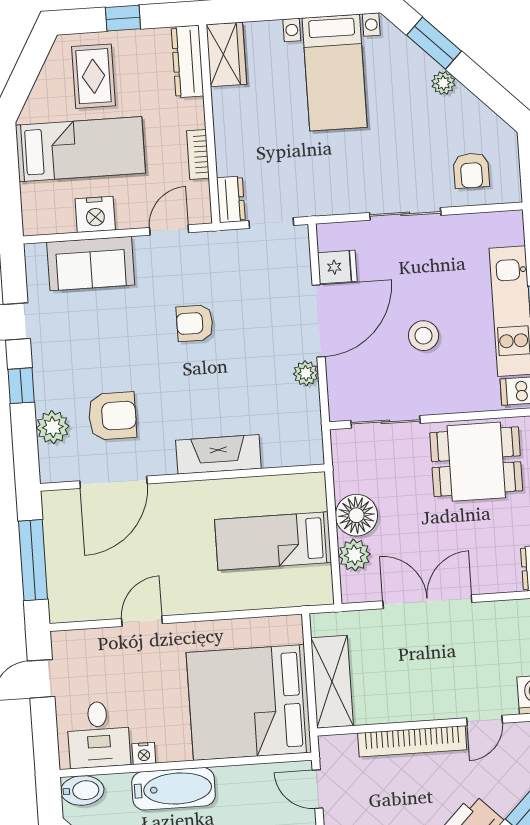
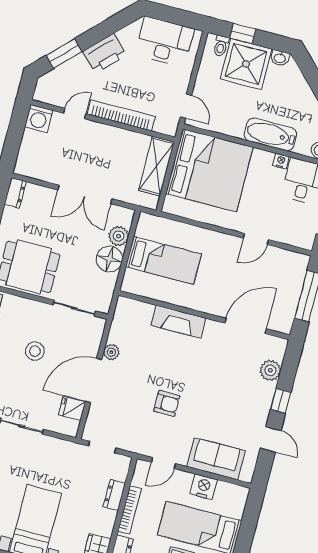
bookcase: (198, 155) -> (130, 510), width x1.56
dresser: (231, 199) -> (114, 495), moved
armchair: (112, 416) -> (233, 365), removed

